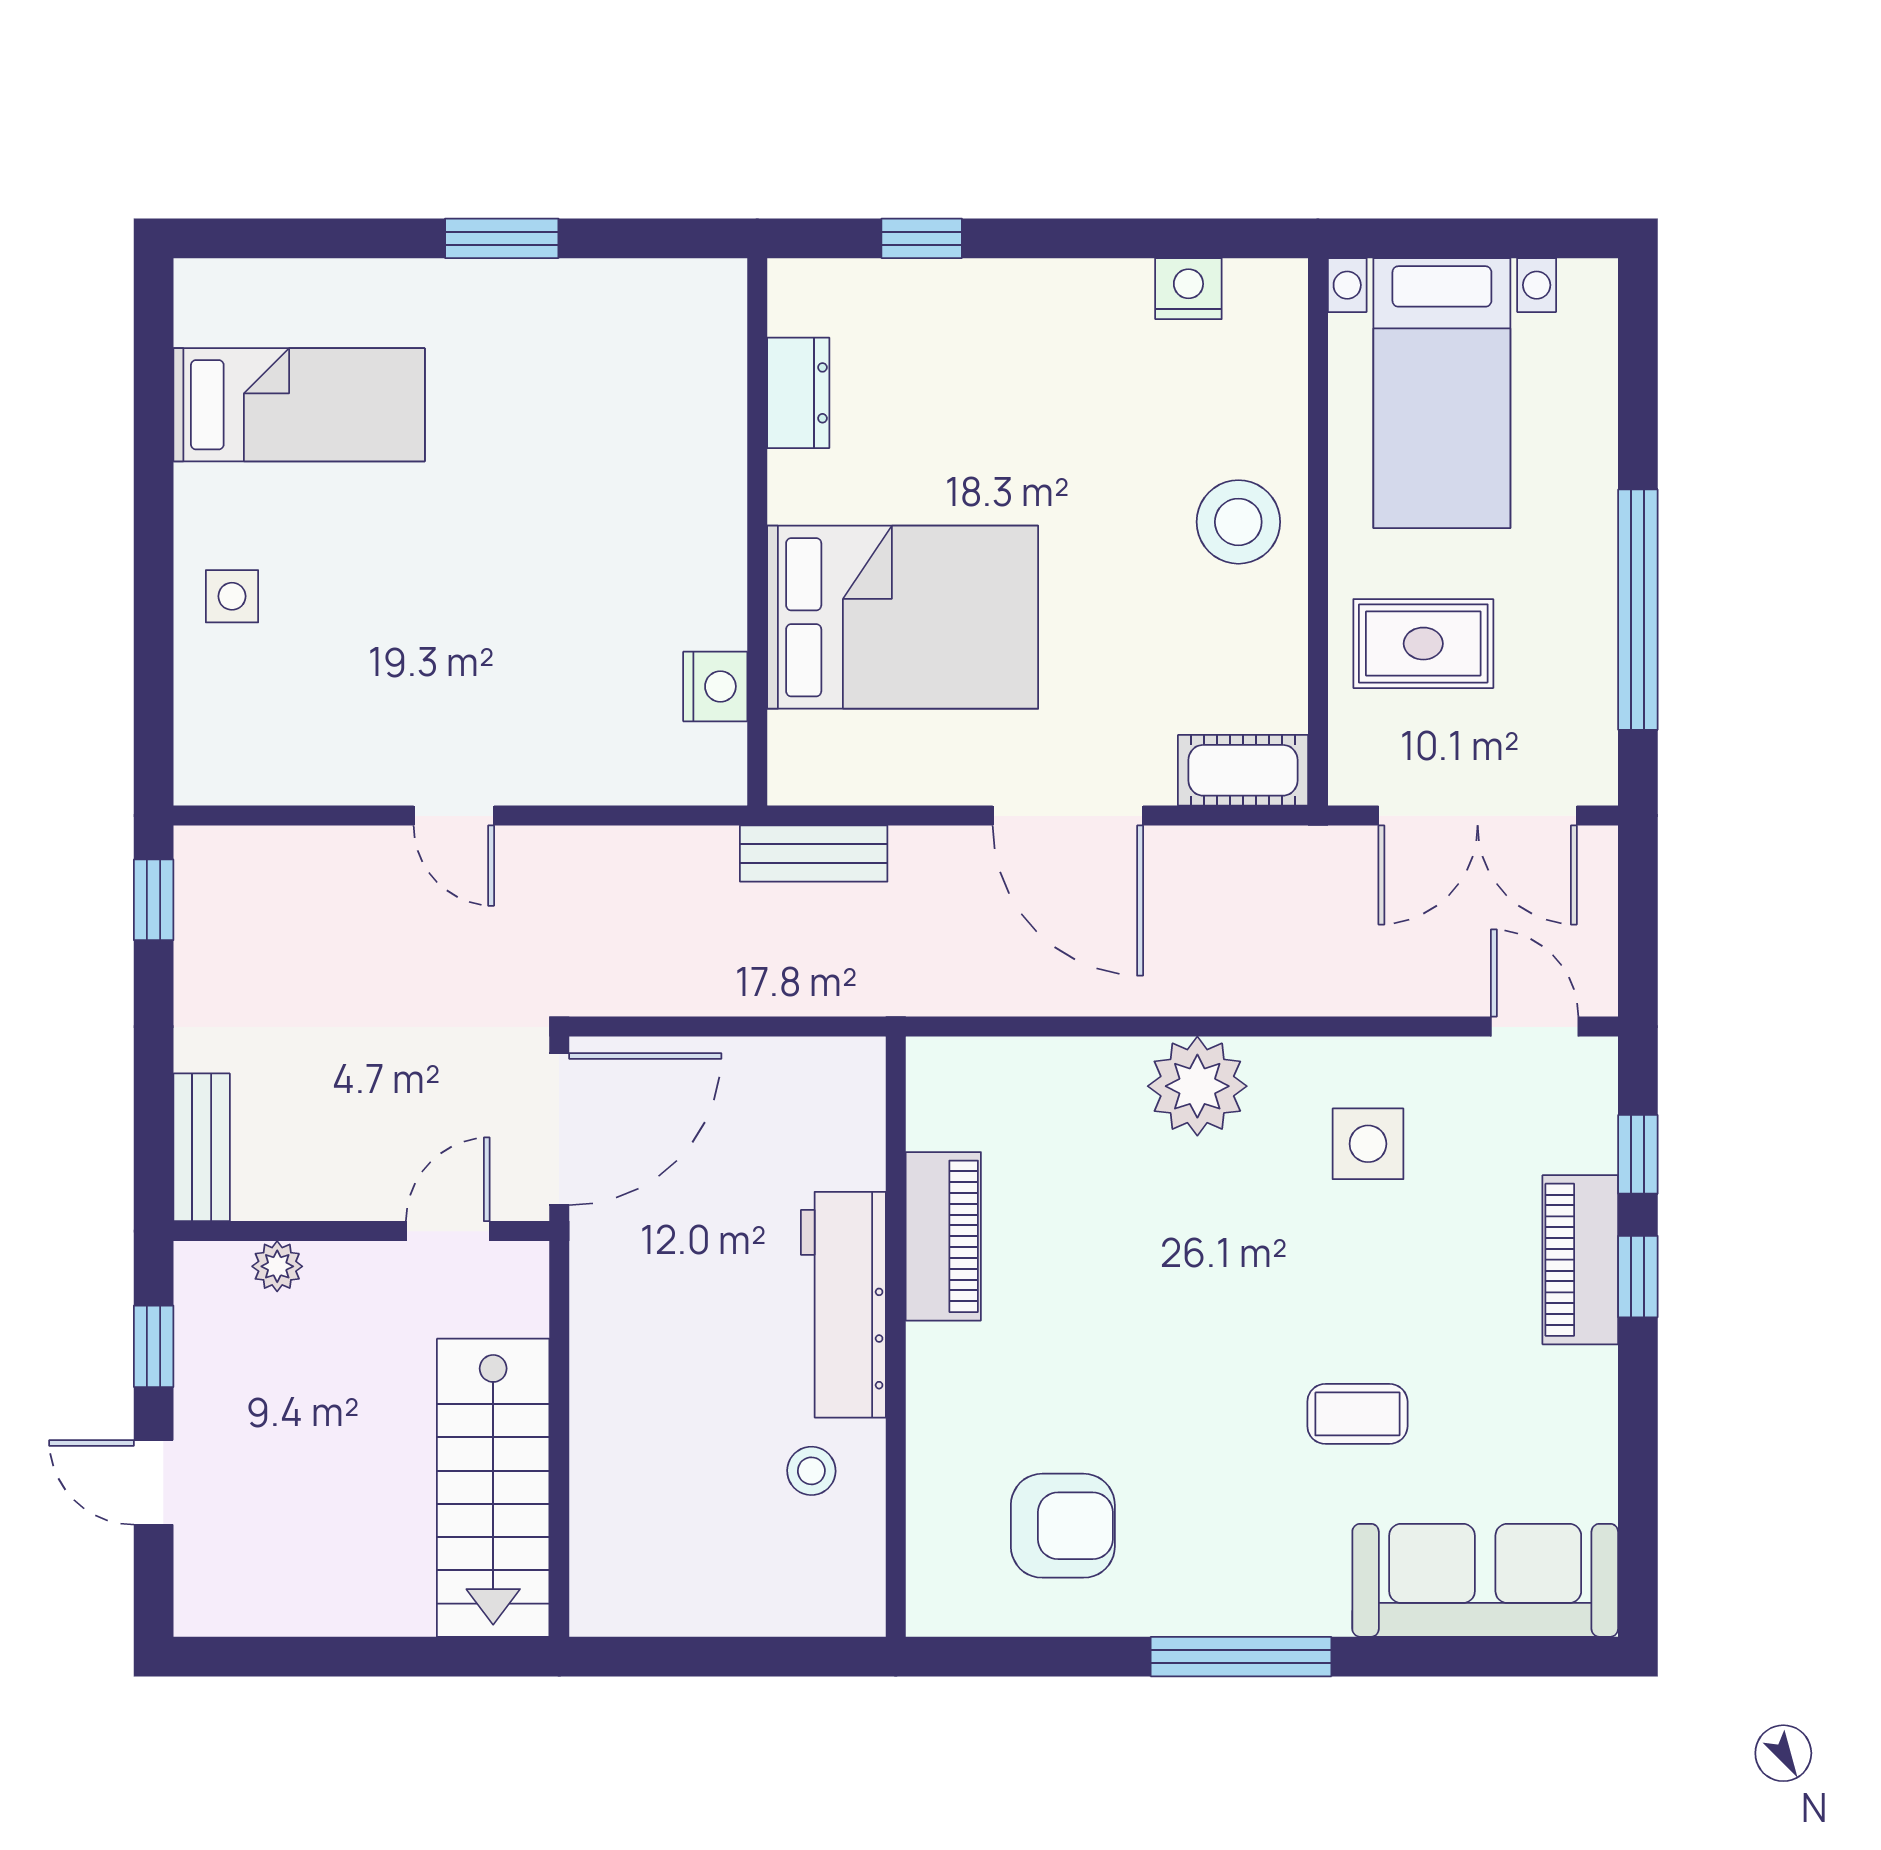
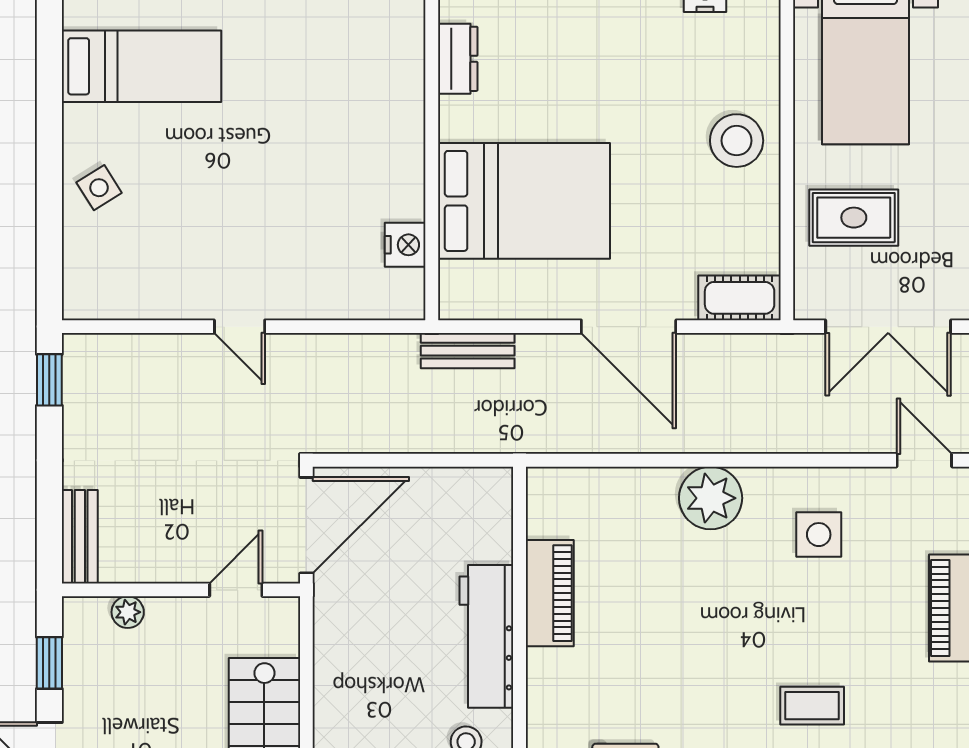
side table: (232, 596) -> (99, 188), turned -32

